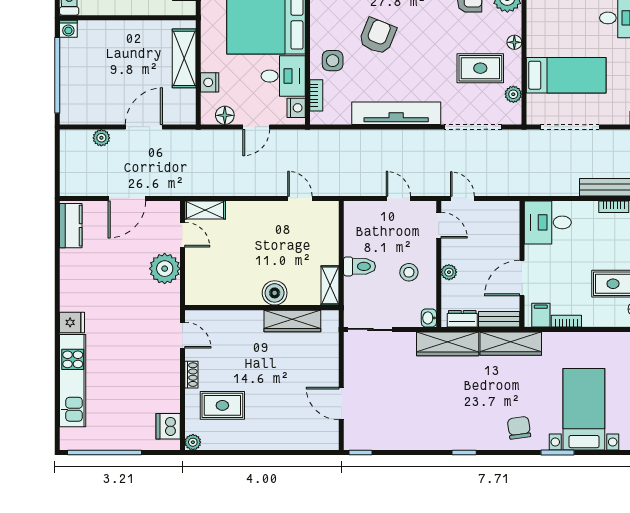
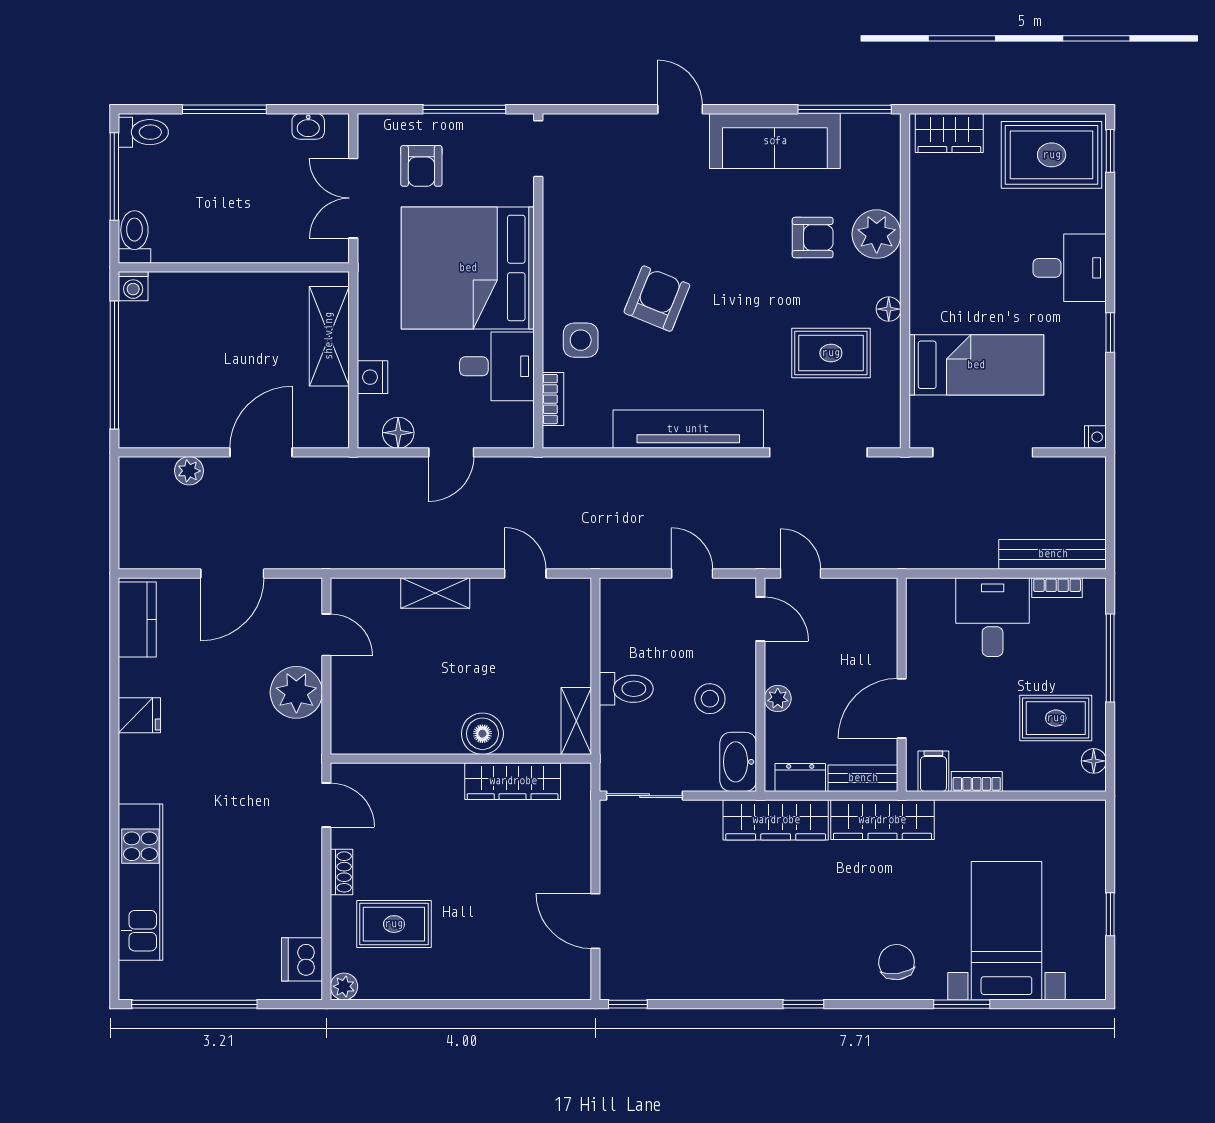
plant: (513, 94) -> (887, 397), removed
nightstand: (296, 108) -> (519, 420), removed
shelving: (205, 210) -> (435, 593), moved
desk: (548, 222) -> (993, 617), moved, turned 90
washbasin: (429, 318) -> (738, 762), width x1.91, depth x1.45
fridge: (72, 322) -> (139, 715), moved

